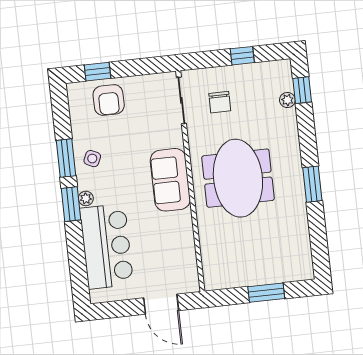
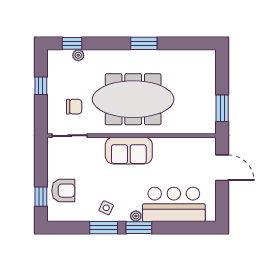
meeting table: (238, 178) -> (133, 99), width x1.36
window: (266, 293) -> (222, 108), moved
door: (161, 304) -> (222, 168), hinge flipped

